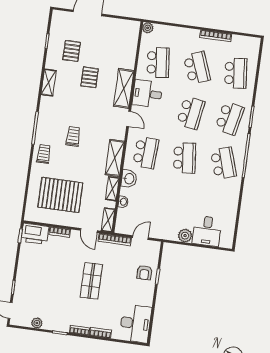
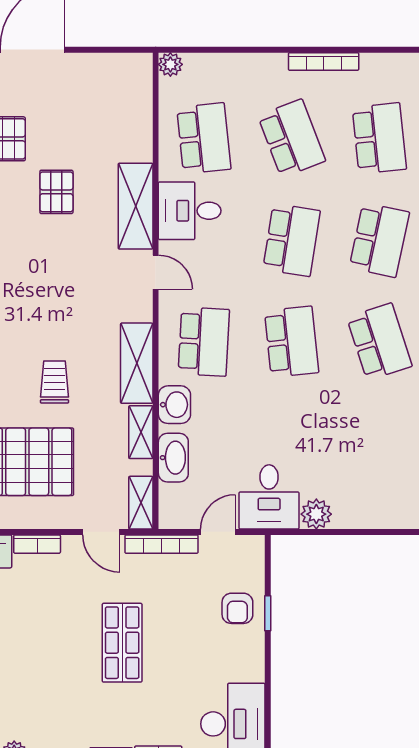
trolley: (73, 136) -> (55, 382), moved
washbasin: (123, 202) -> (173, 458), width x1.91, depth x1.45
desk: (207, 231) -> (269, 497), moved

